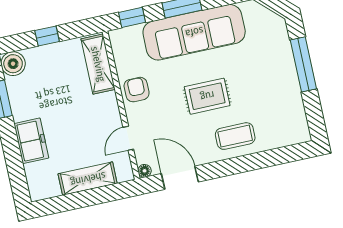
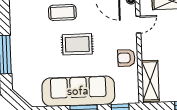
armchair: (137, 90) -> (126, 58), turned 90

